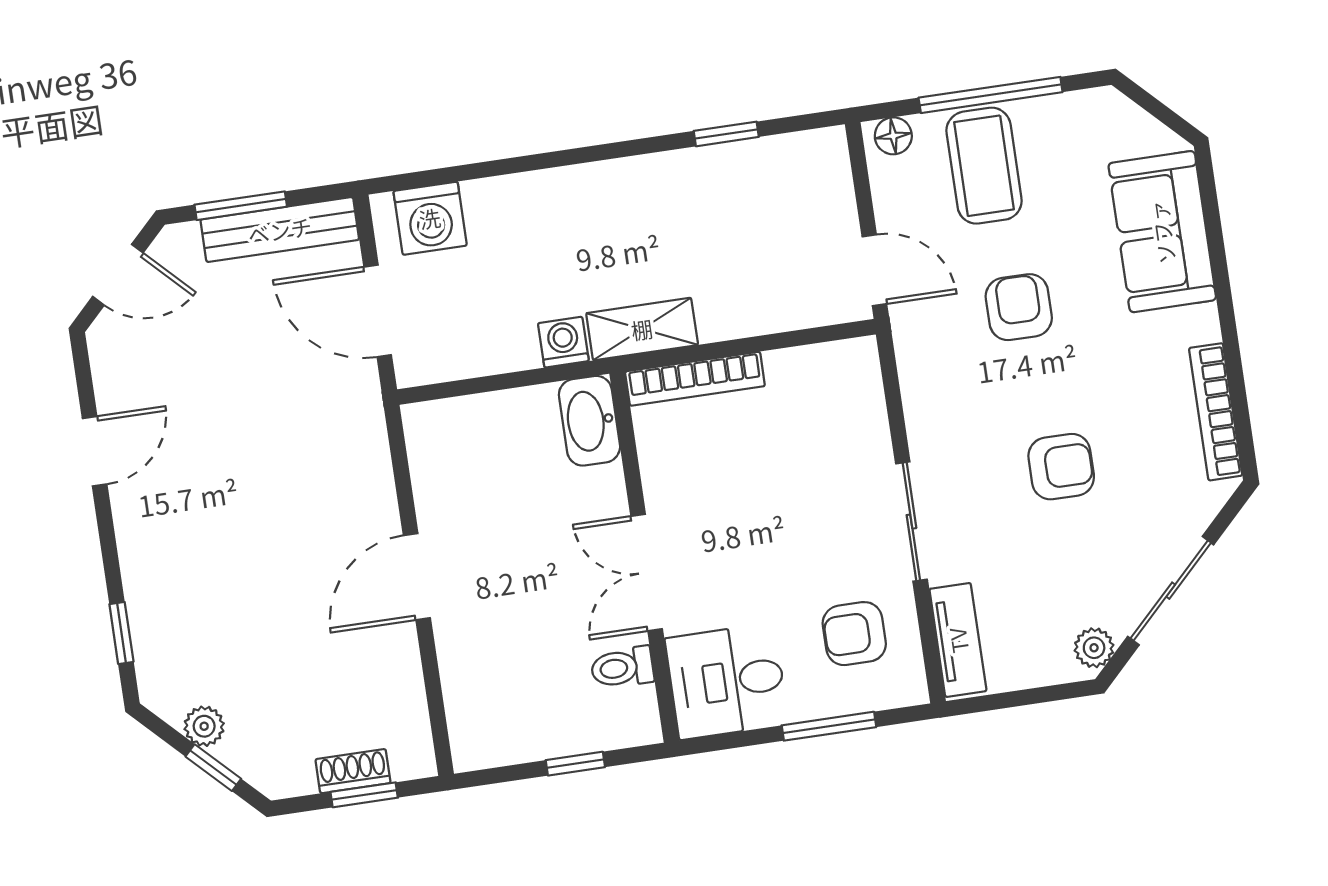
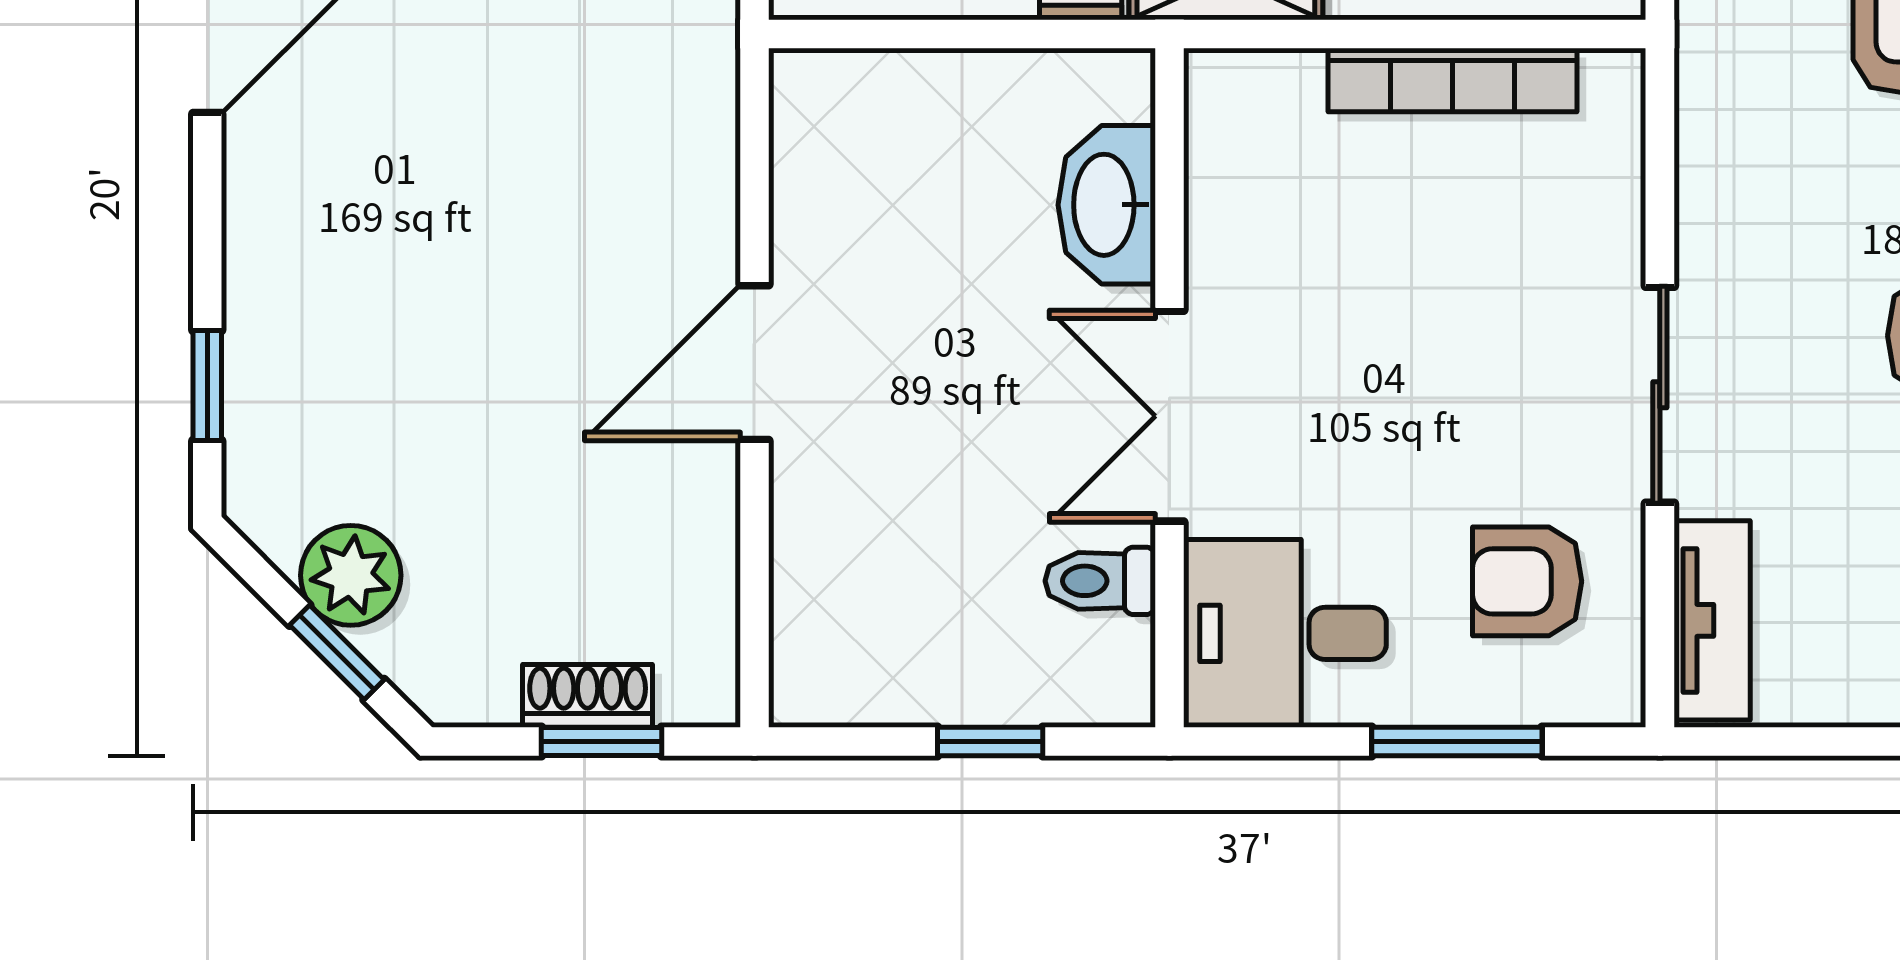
bookcase: (695, 379) -> (1452, 80), moved
washbasin: (589, 421) -> (1107, 205), moved
plant: (204, 726) -> (351, 575), width x1.38, depth x1.38

